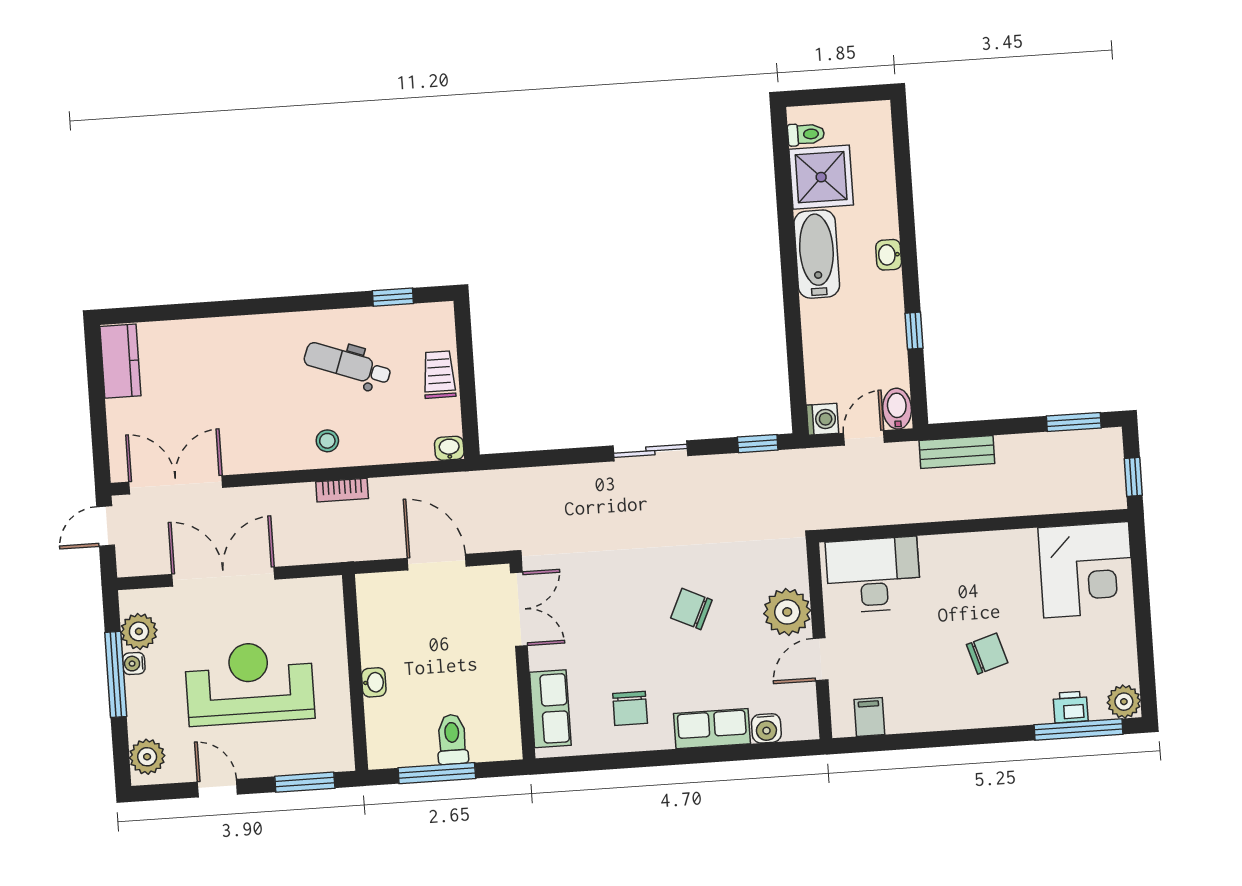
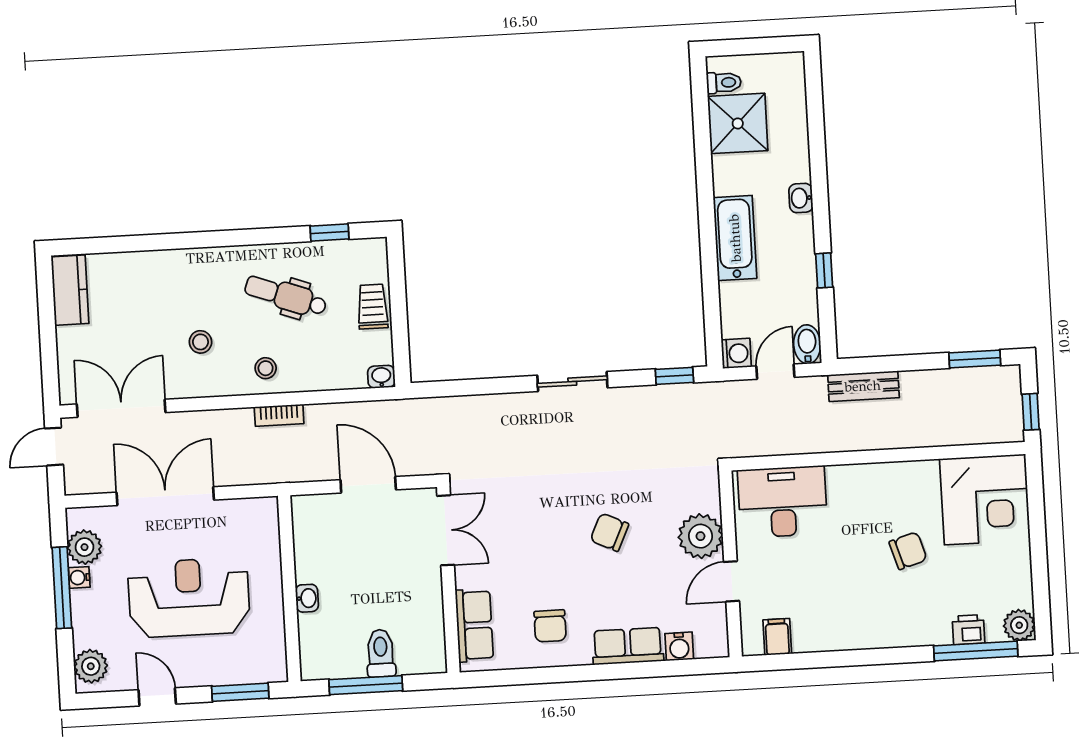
bathtub: (817, 254) -> (735, 238), moved
stool: (258, 414) -> (200, 342), added
chair: (987, 654) -> (908, 551), moved

